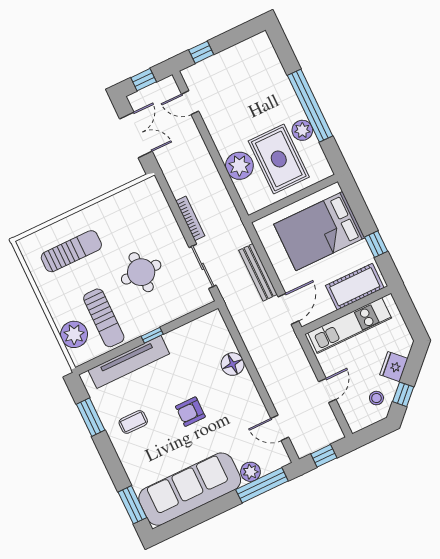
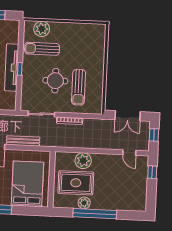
door: (190, 103) -> (129, 153), swing flipped
sun lounger: (71, 251) -> (79, 87), moved
tv unit: (129, 362) -> (12, 68), moved

